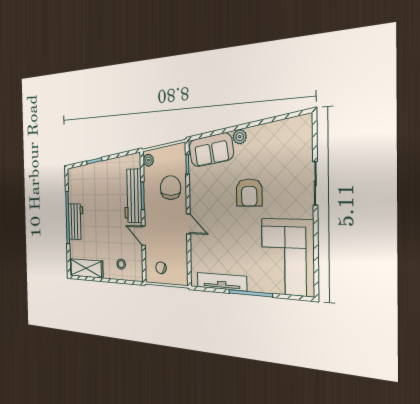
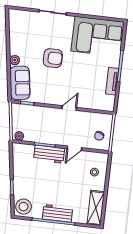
stool: (77, 179) -> (23, 207), added
chair: (170, 188) -> (42, 119), removed
workbench: (133, 196) -> (49, 154), width x0.73
tv unit: (222, 282) -> (112, 81), width x0.71

